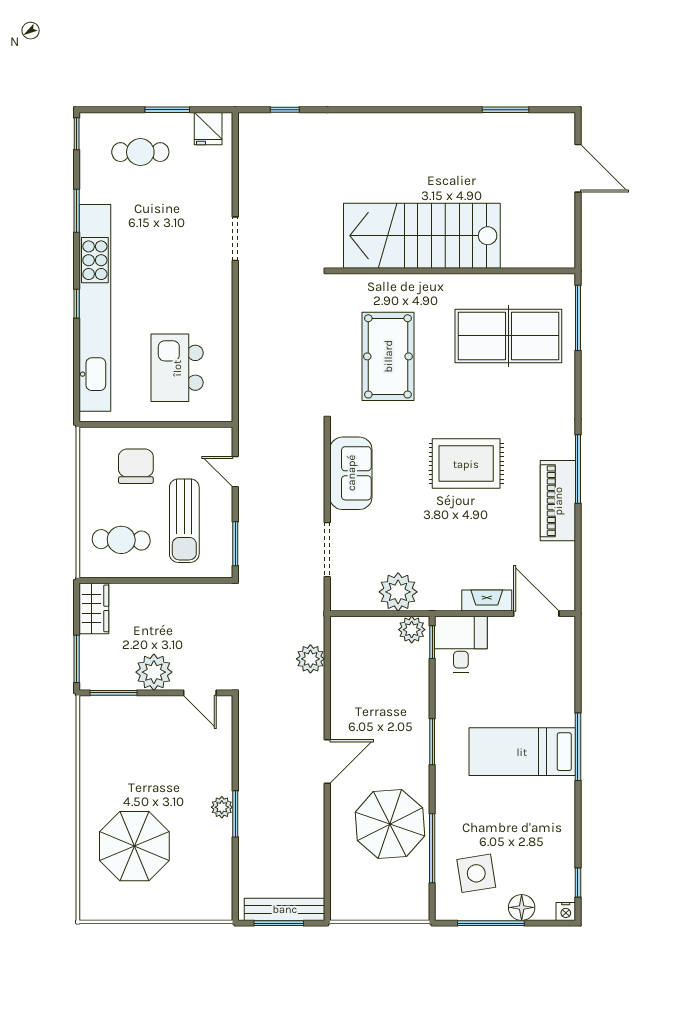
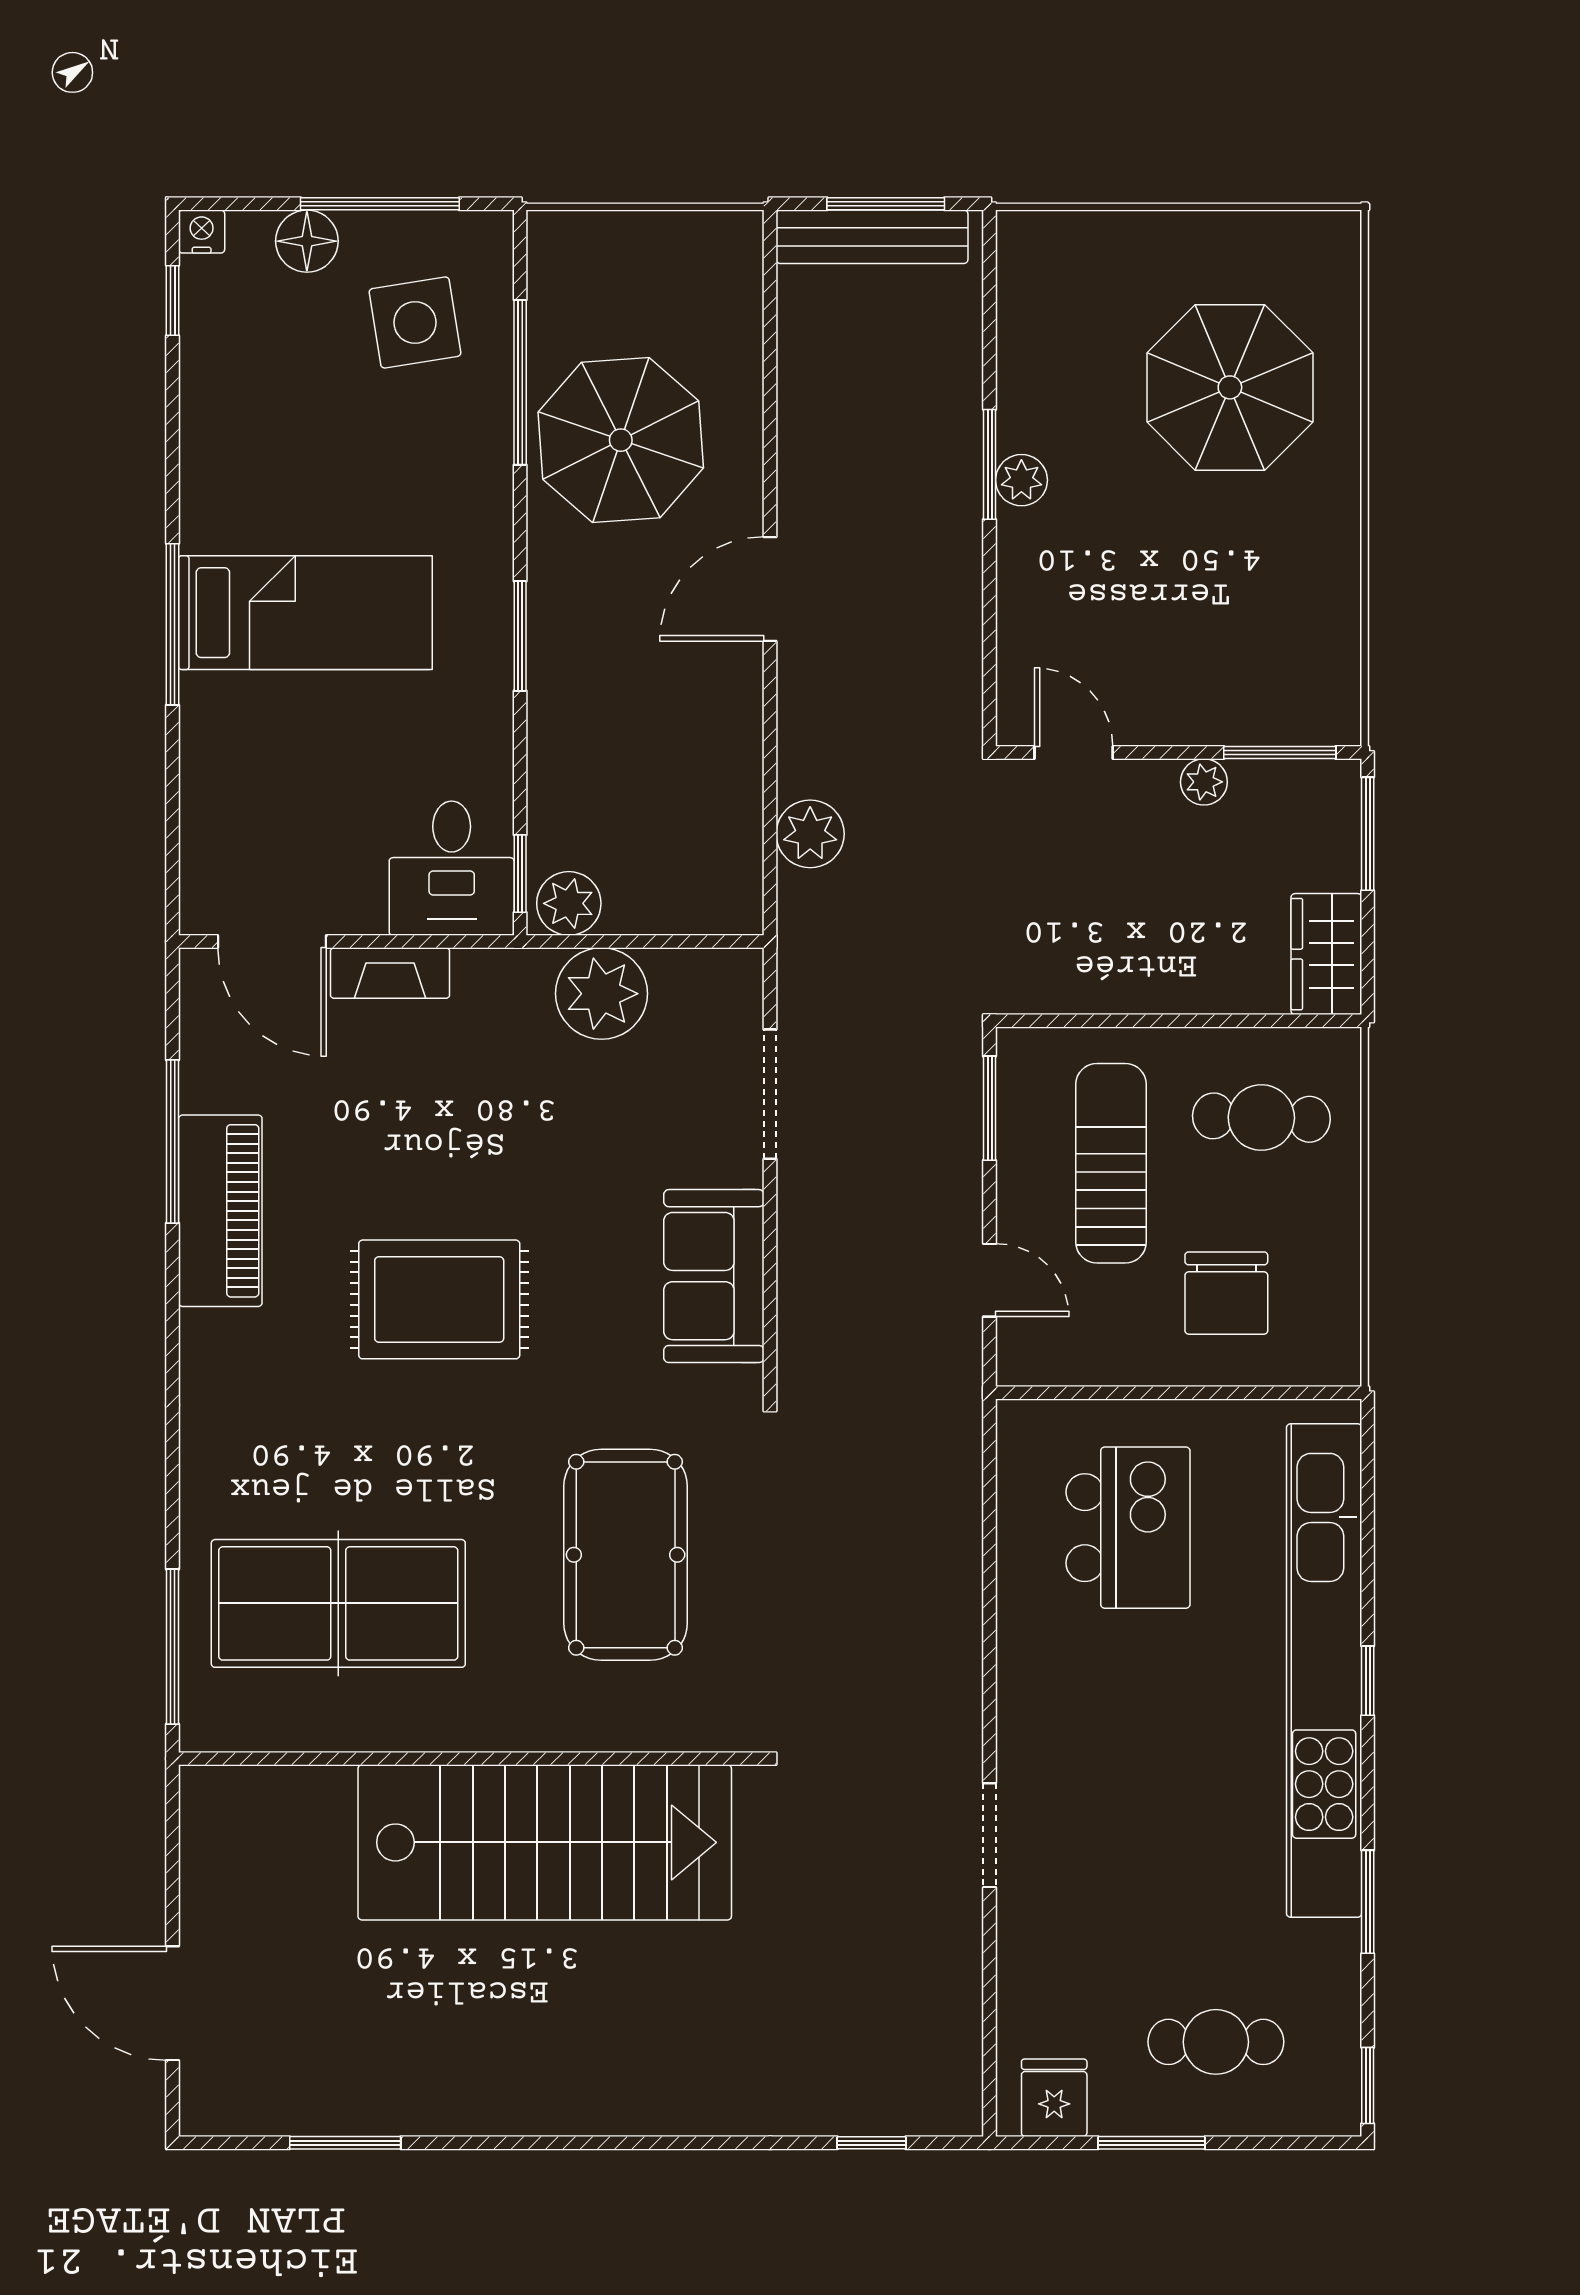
window: (578, 469) -> (173, 1141), moved
plant: (154, 672) -> (1204, 782), width x0.53, depth x0.53

